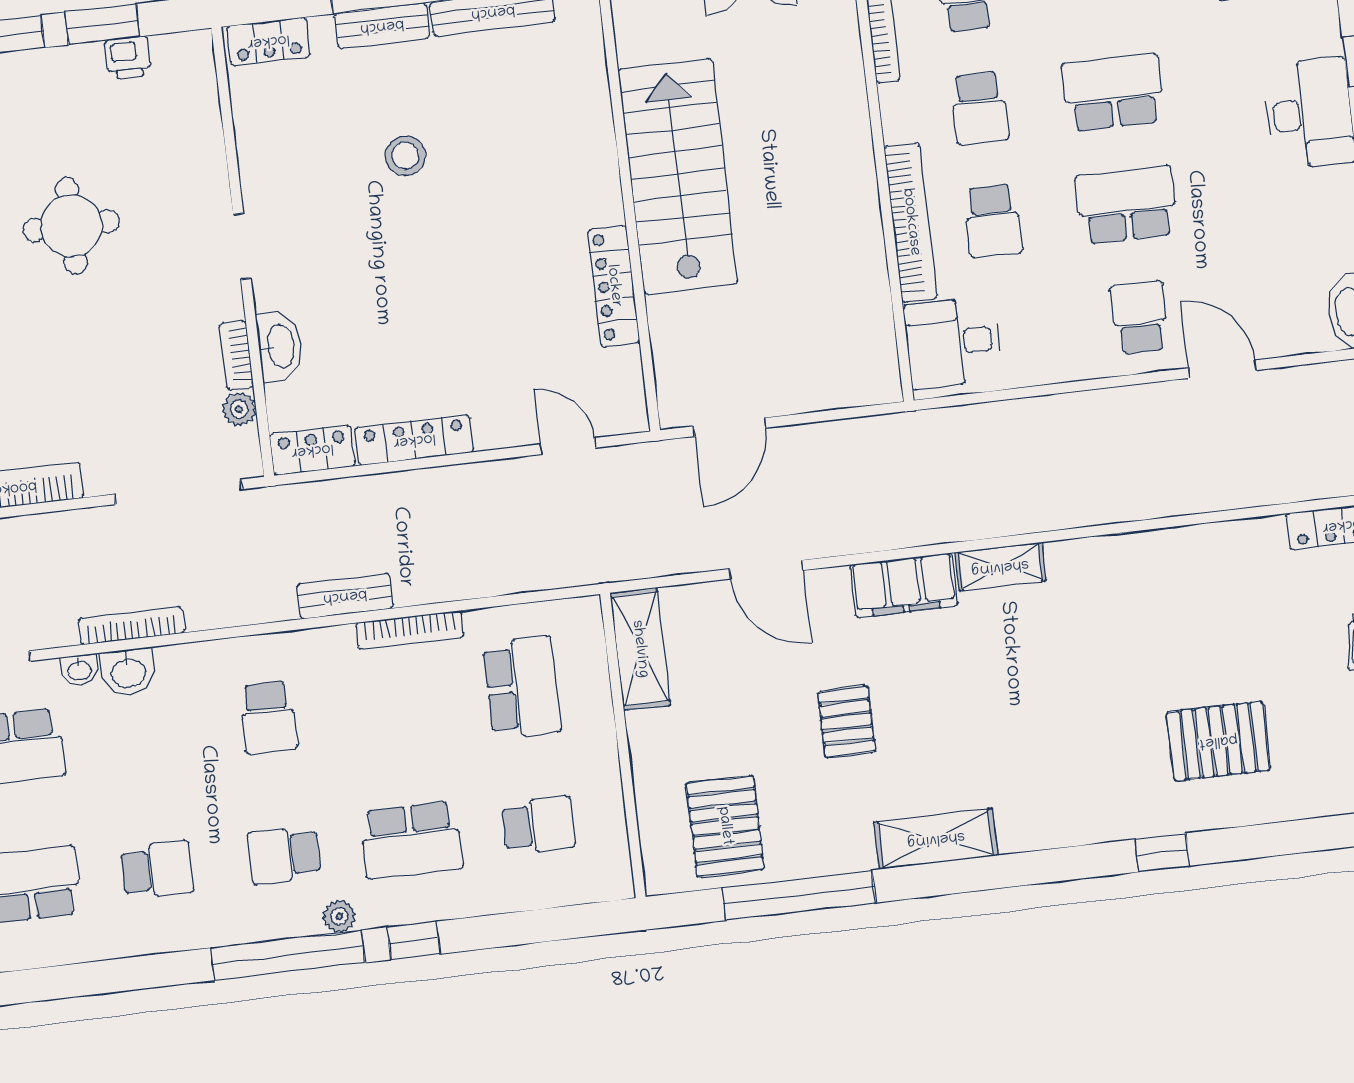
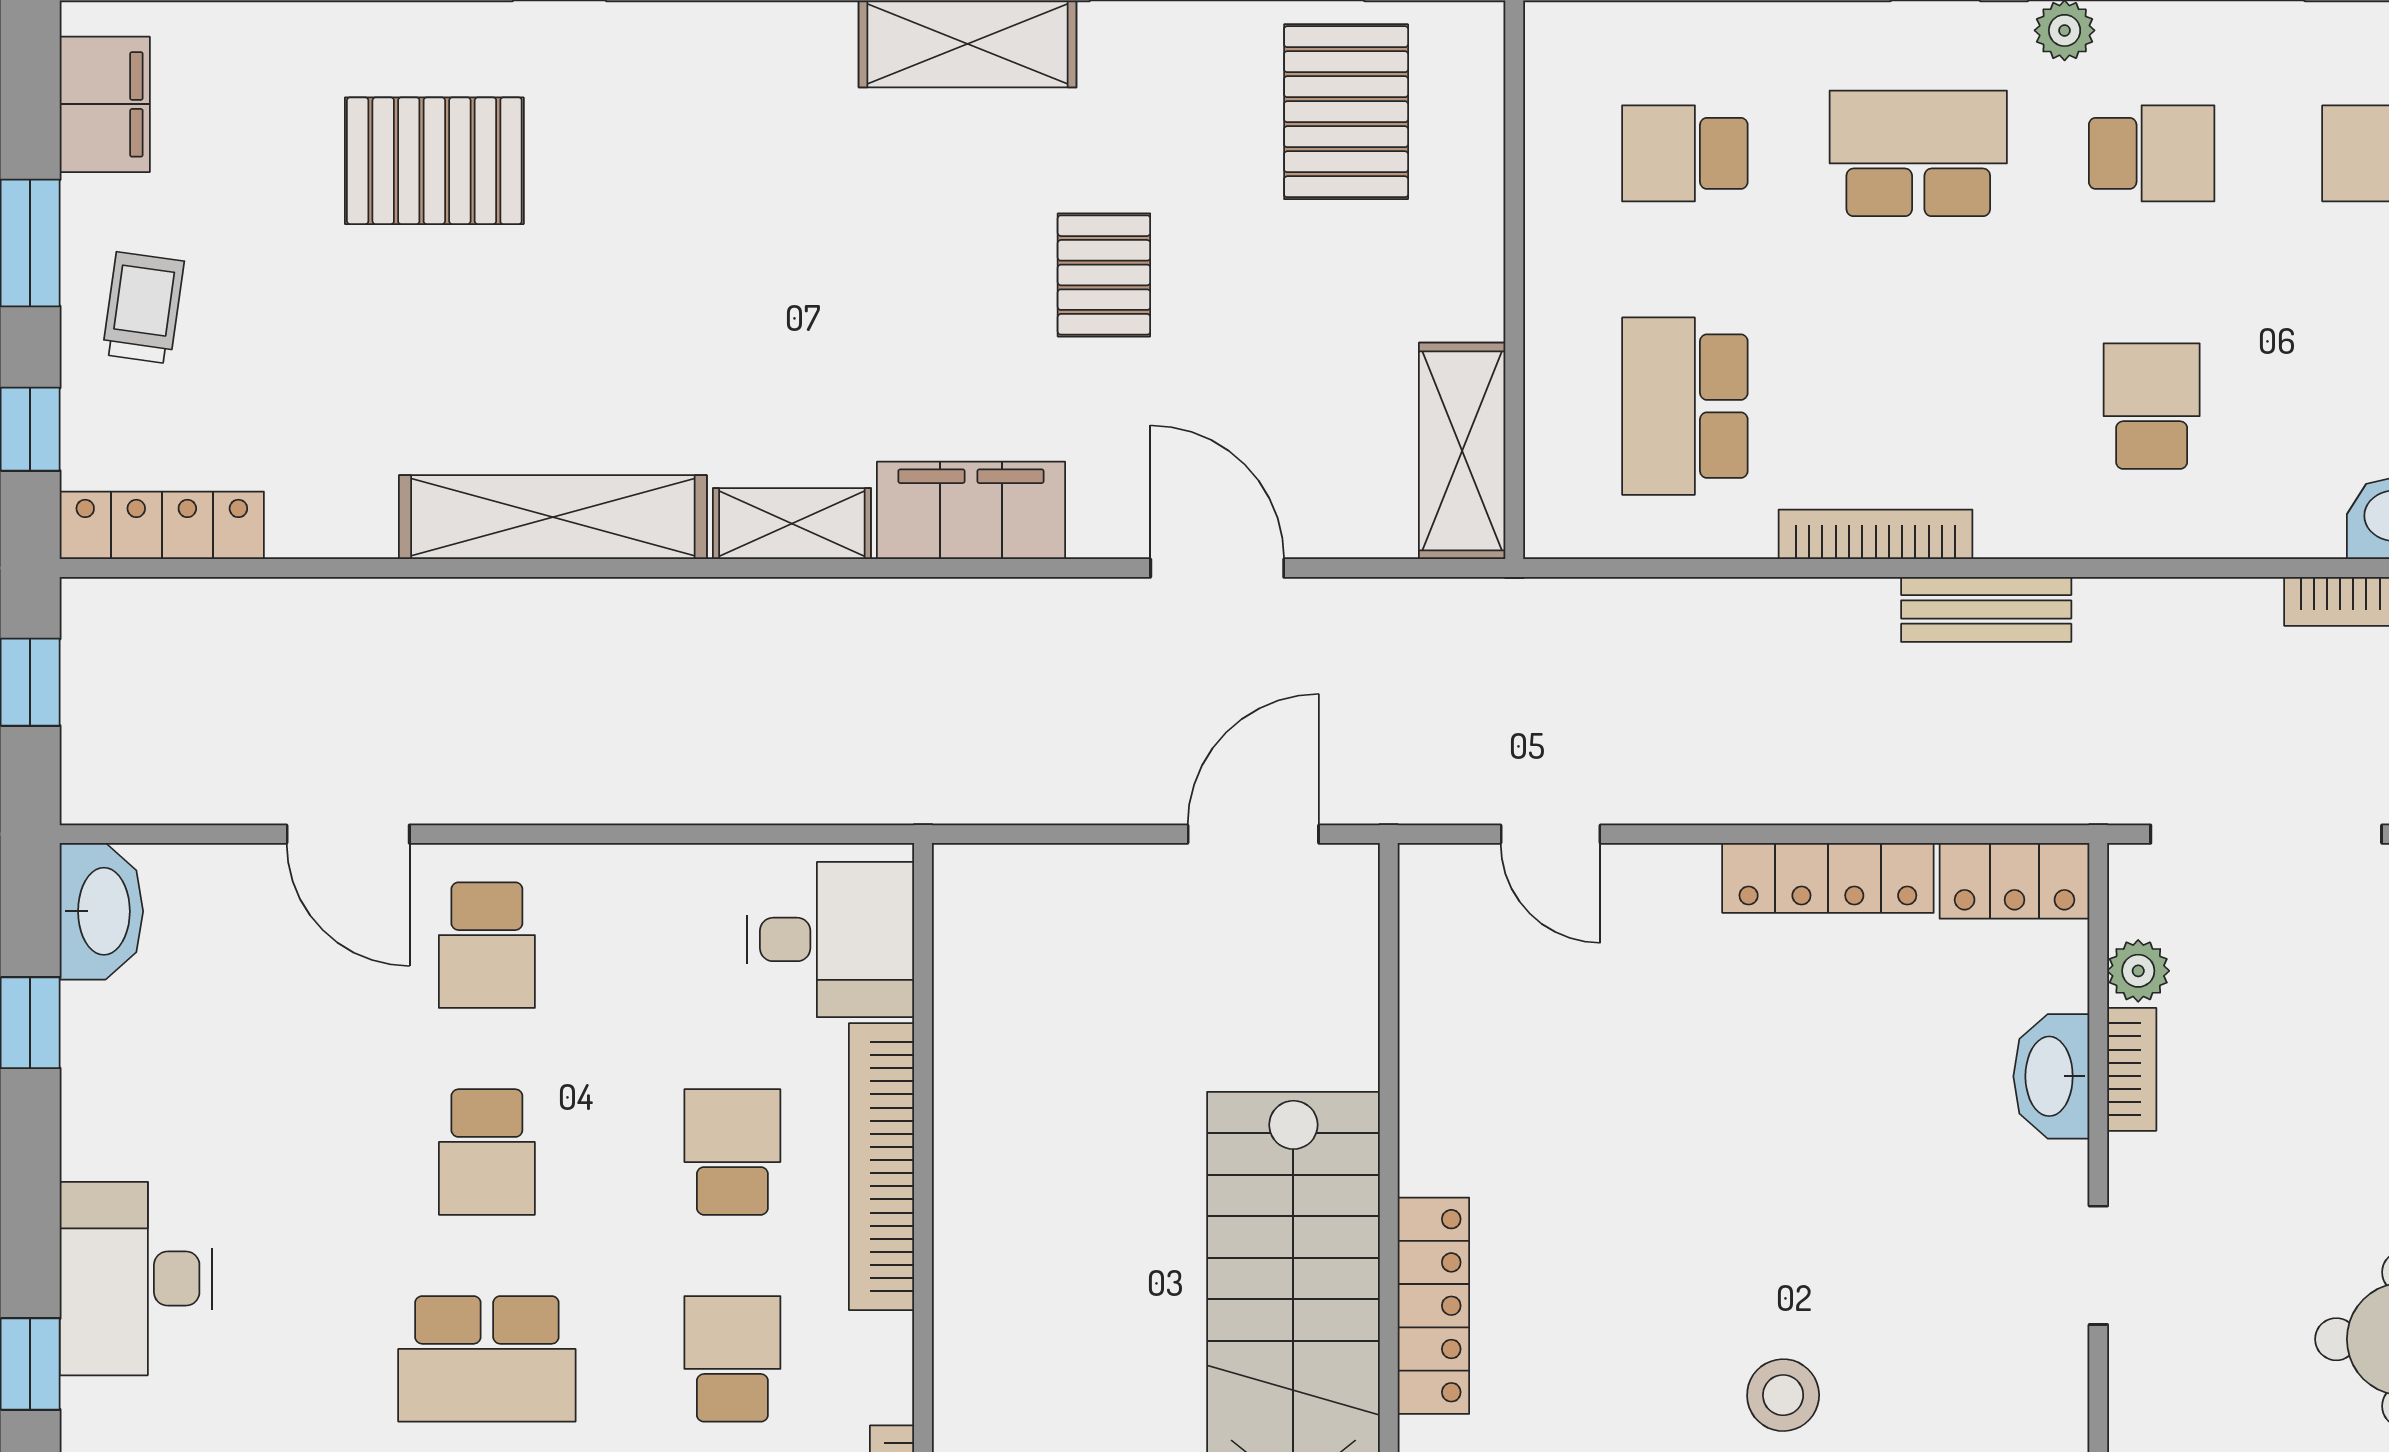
school desk: (1126, 205) -> (487, 1152), width x0.54
locker: (614, 286) -> (1433, 1306), moved
shelving: (1131, 555) -> (553, 517), added

